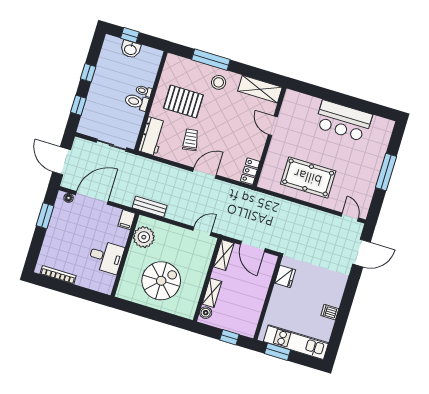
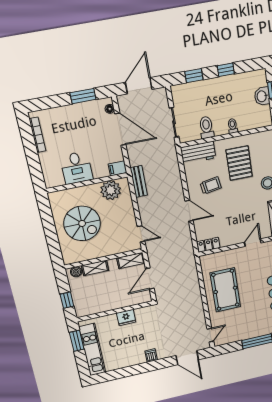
toilet: (137, 102) -> (206, 127), moved
fridge: (285, 276) -> (126, 318), moved
dishwasher: (330, 312) -> (151, 355), moved

